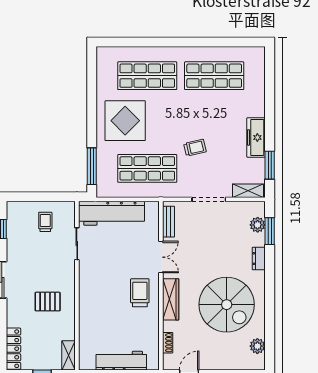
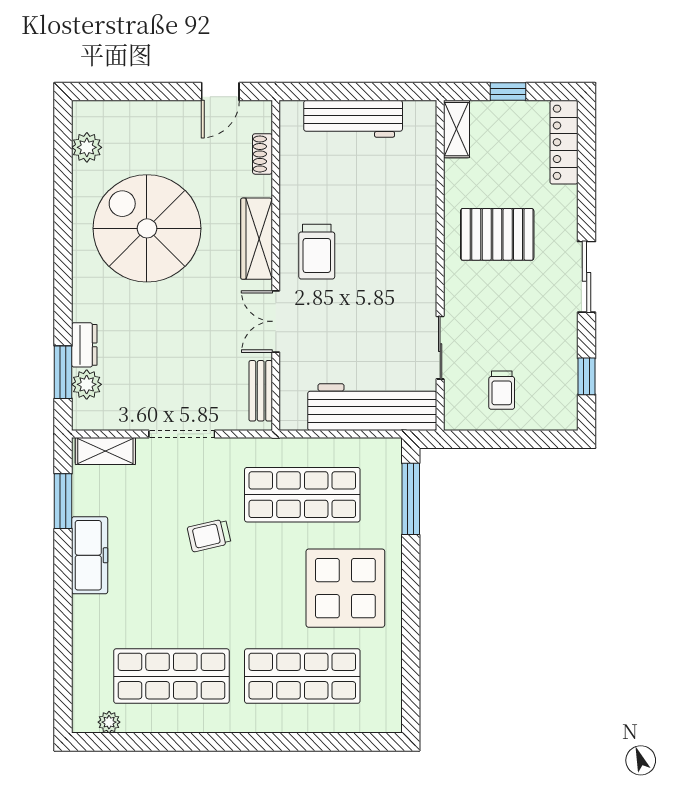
plant: (246, 52) -> (109, 722), added
dresser: (259, 259) -> (84, 345), moved
pallet: (48, 302) -> (497, 234), width x1.50, depth x1.42

